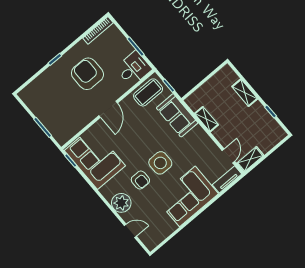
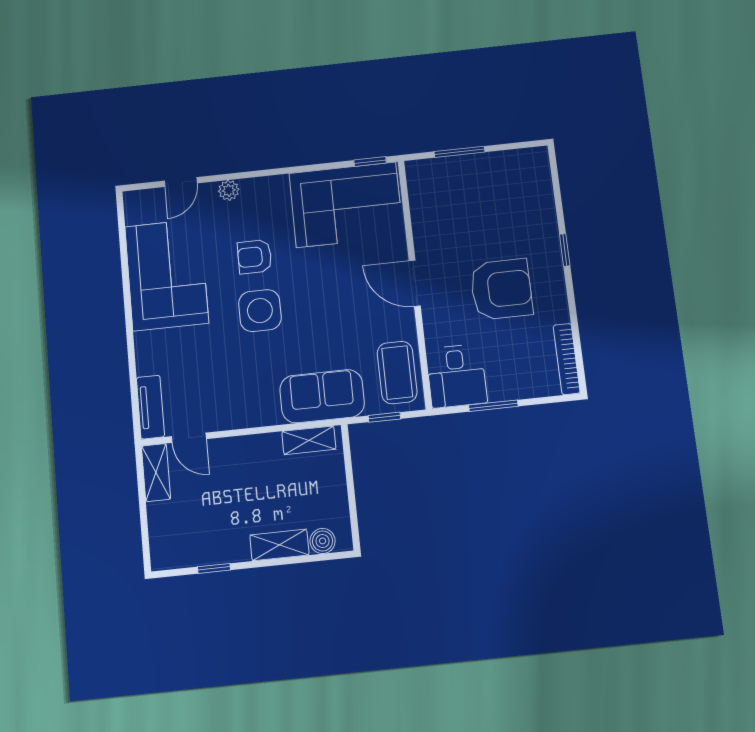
boiler: (232, 77) -> (323, 541), added
shelving: (206, 119) -> (309, 440), moved
corner sofa: (187, 196) -> (167, 275), moved
plant: (121, 203) -> (229, 190), width x0.53, depth x0.53

